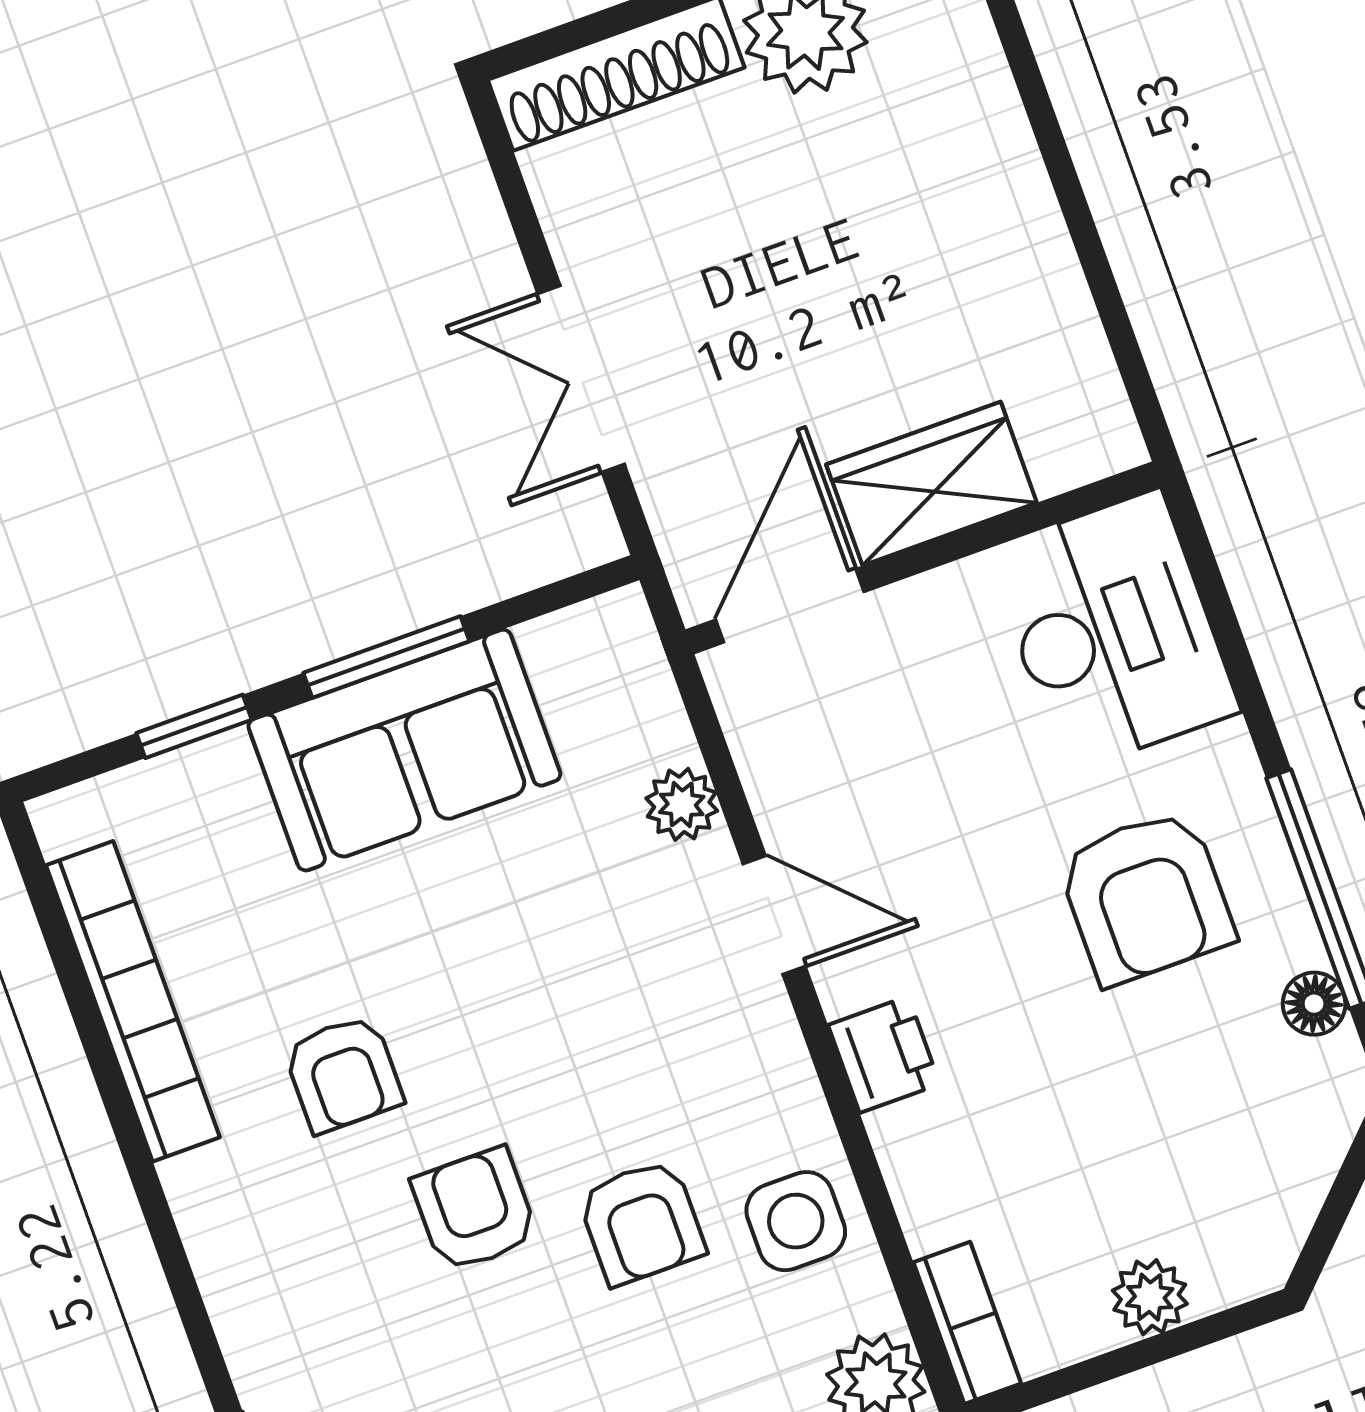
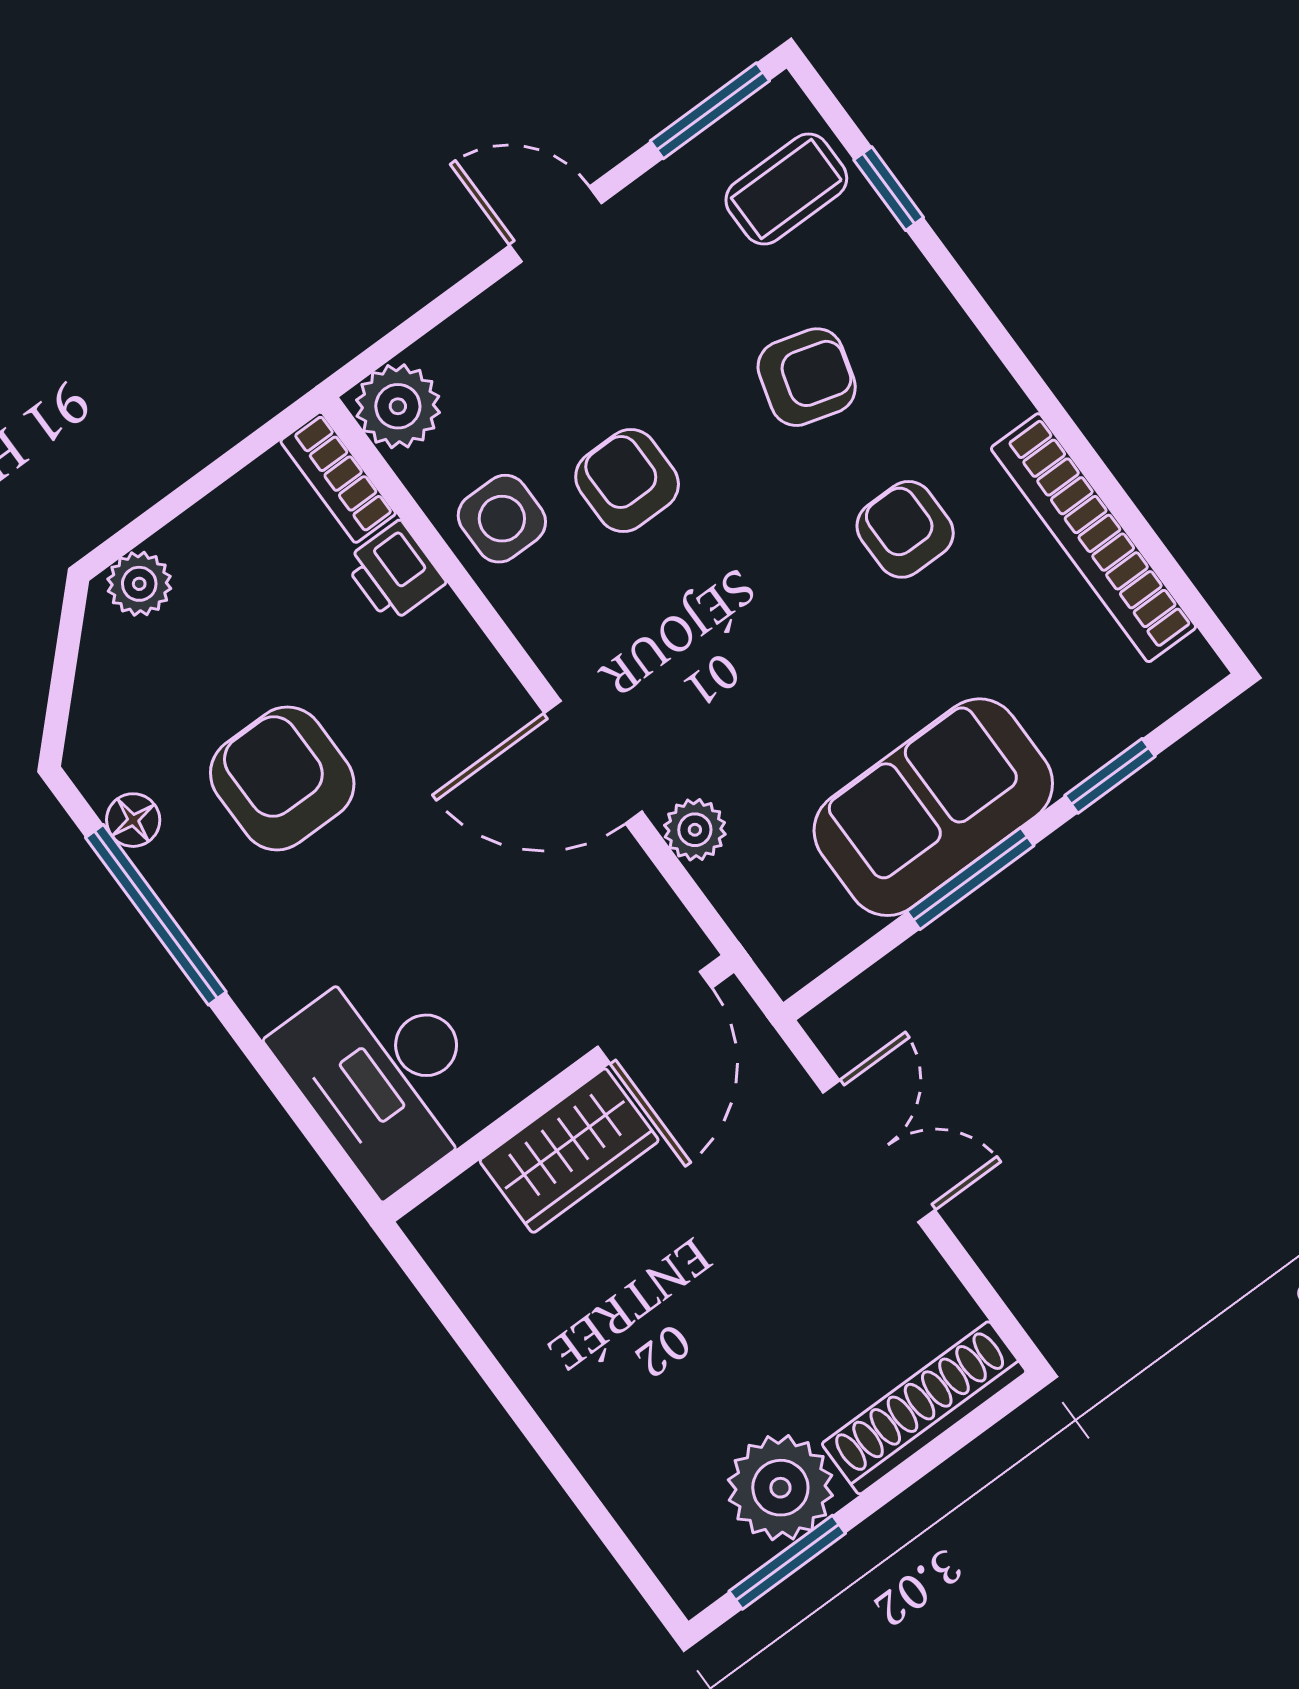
armchair: (1146, 897) -> (282, 778), moved
door: (774, 915) -> (593, 762), width x1.38
printer: (884, 1055) -> (395, 572), moved
armchair: (475, 1210) -> (807, 377), moved, turned -74
plant: (1150, 1297) -> (139, 584), moved

